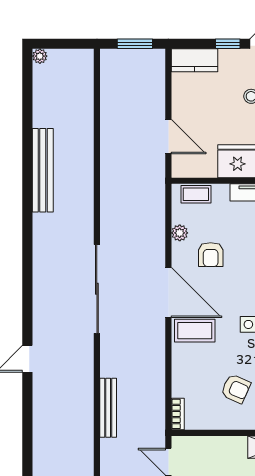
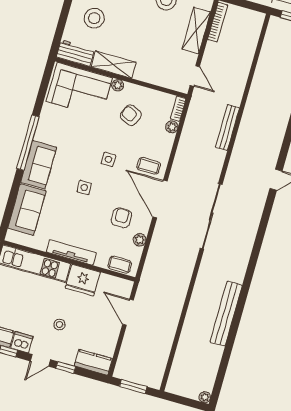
coffee table: (195, 331) -> (149, 166), width x0.73, depth x0.77
plant: (179, 389) -> (172, 127), added

